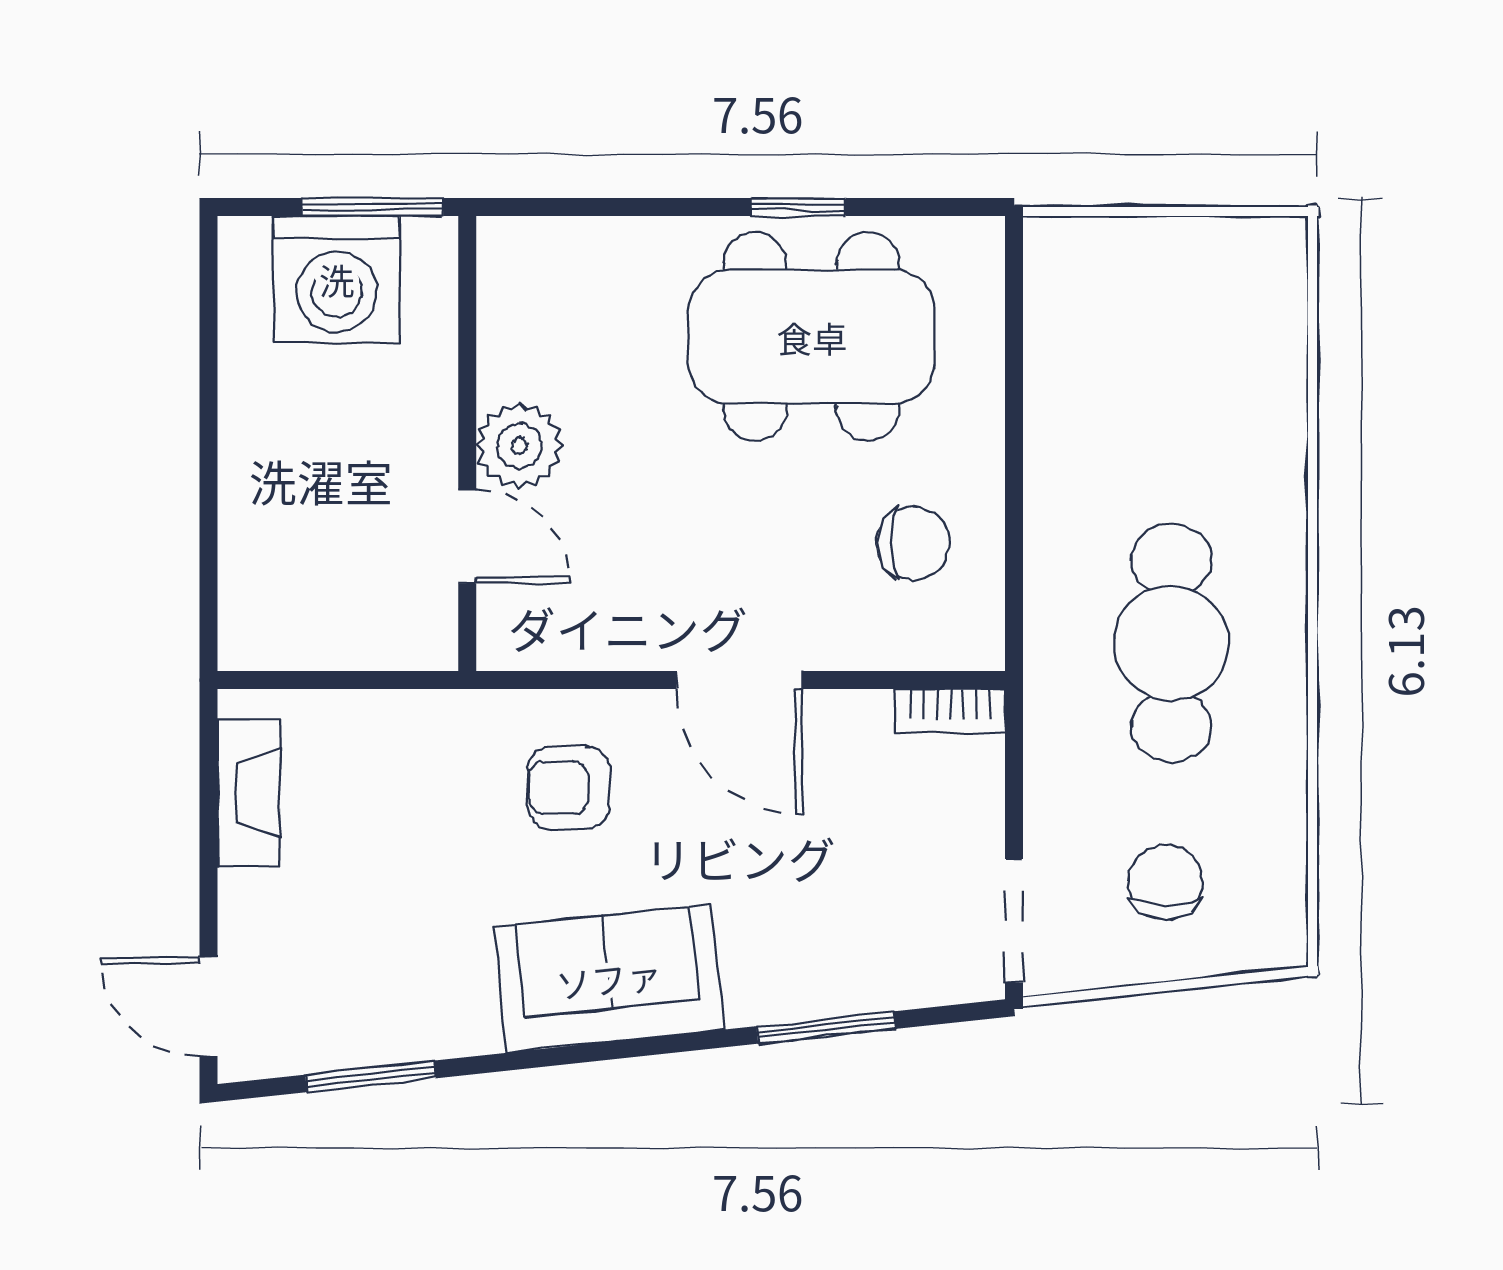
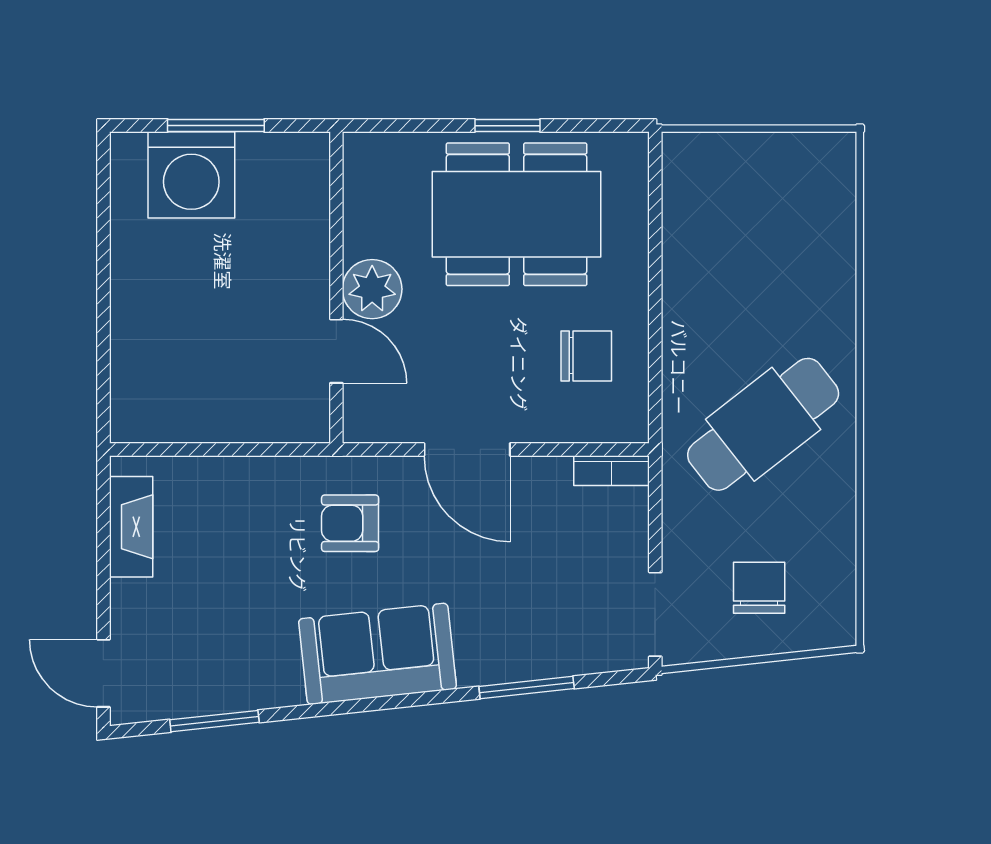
wall: (467, 444) -> (336, 288), moved
plant: (519, 446) -> (372, 289), moved
door: (467, 536) -> (336, 351), moved
cafe table: (1171, 643) -> (763, 424), turned 52

